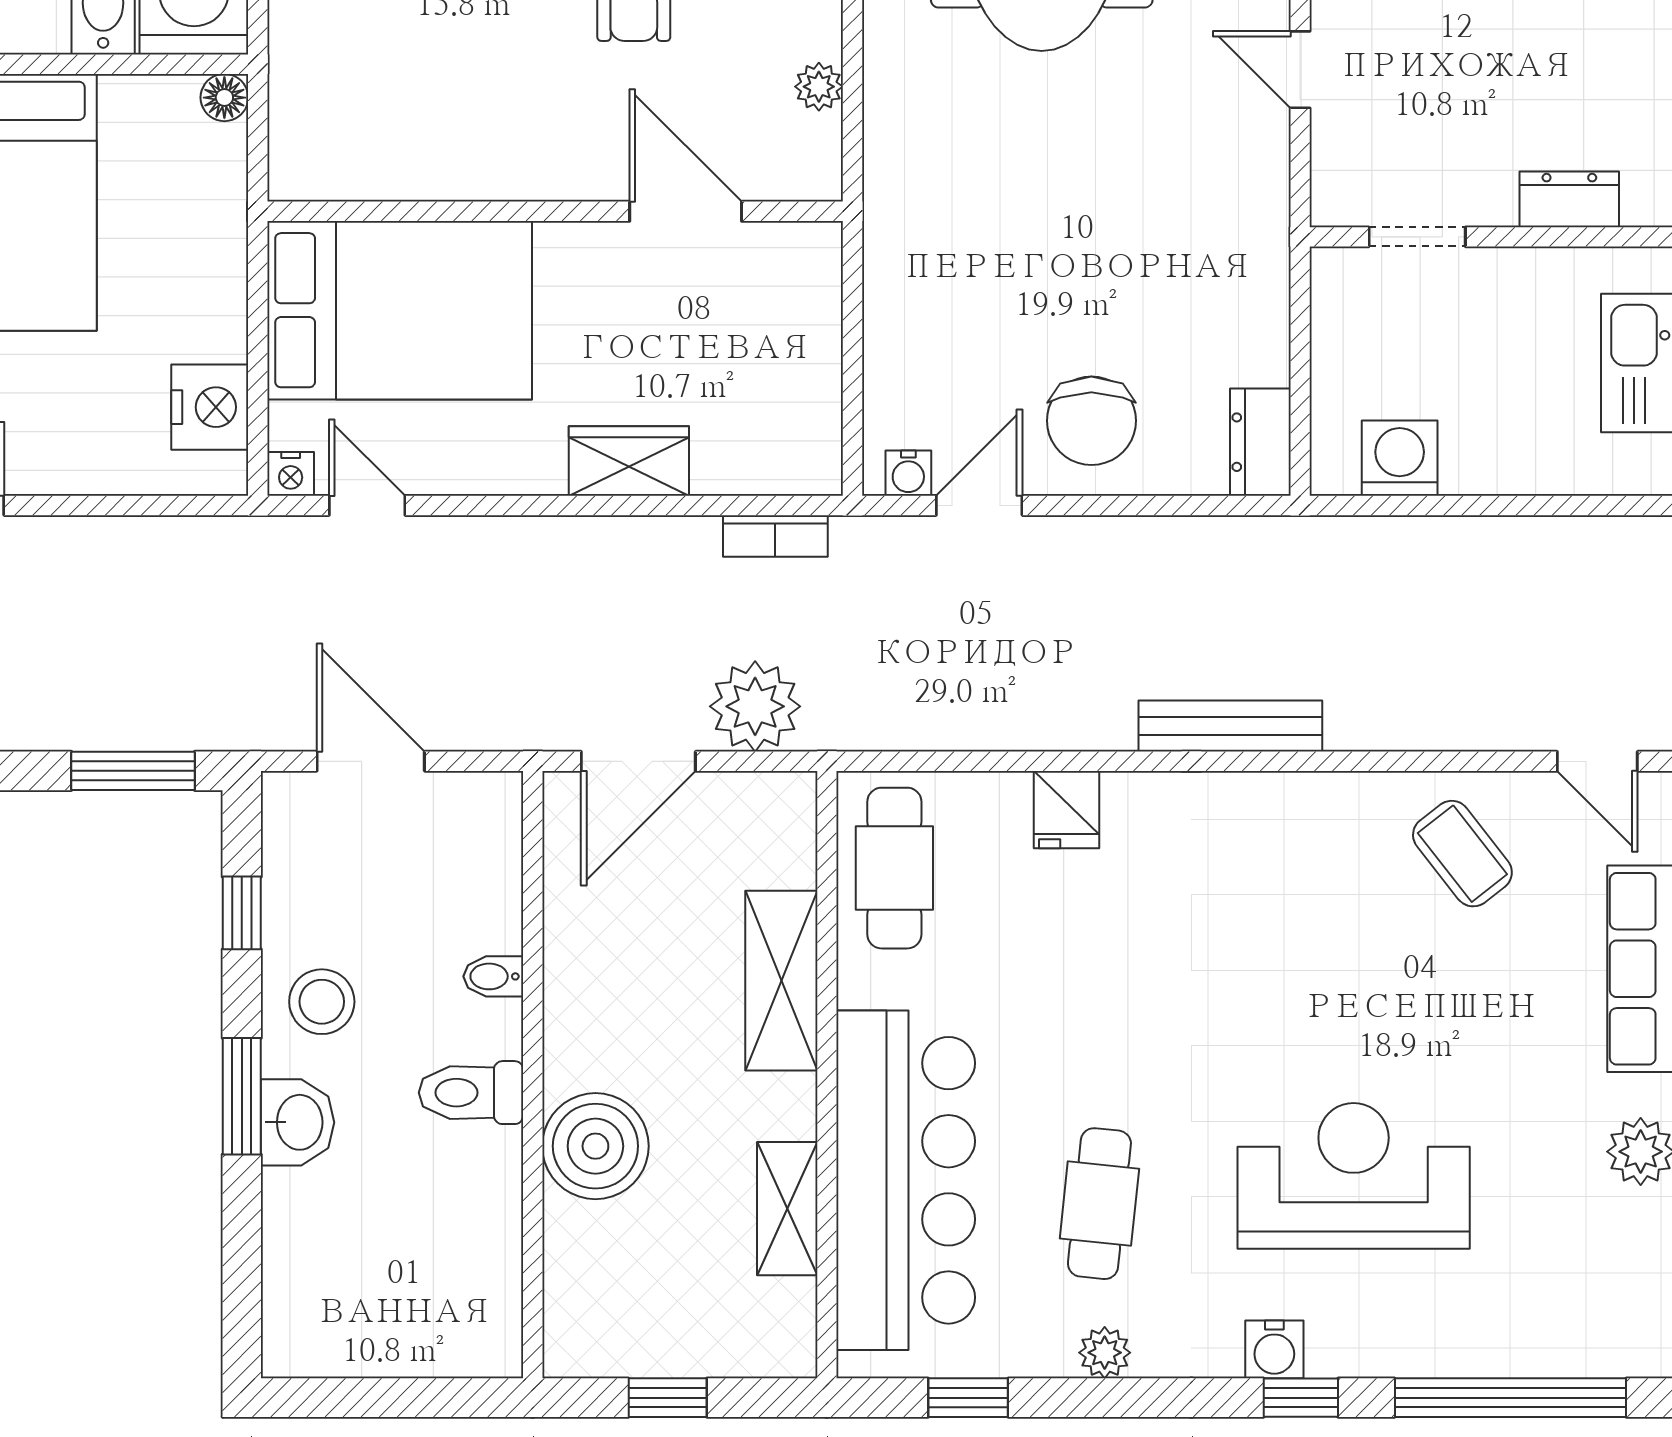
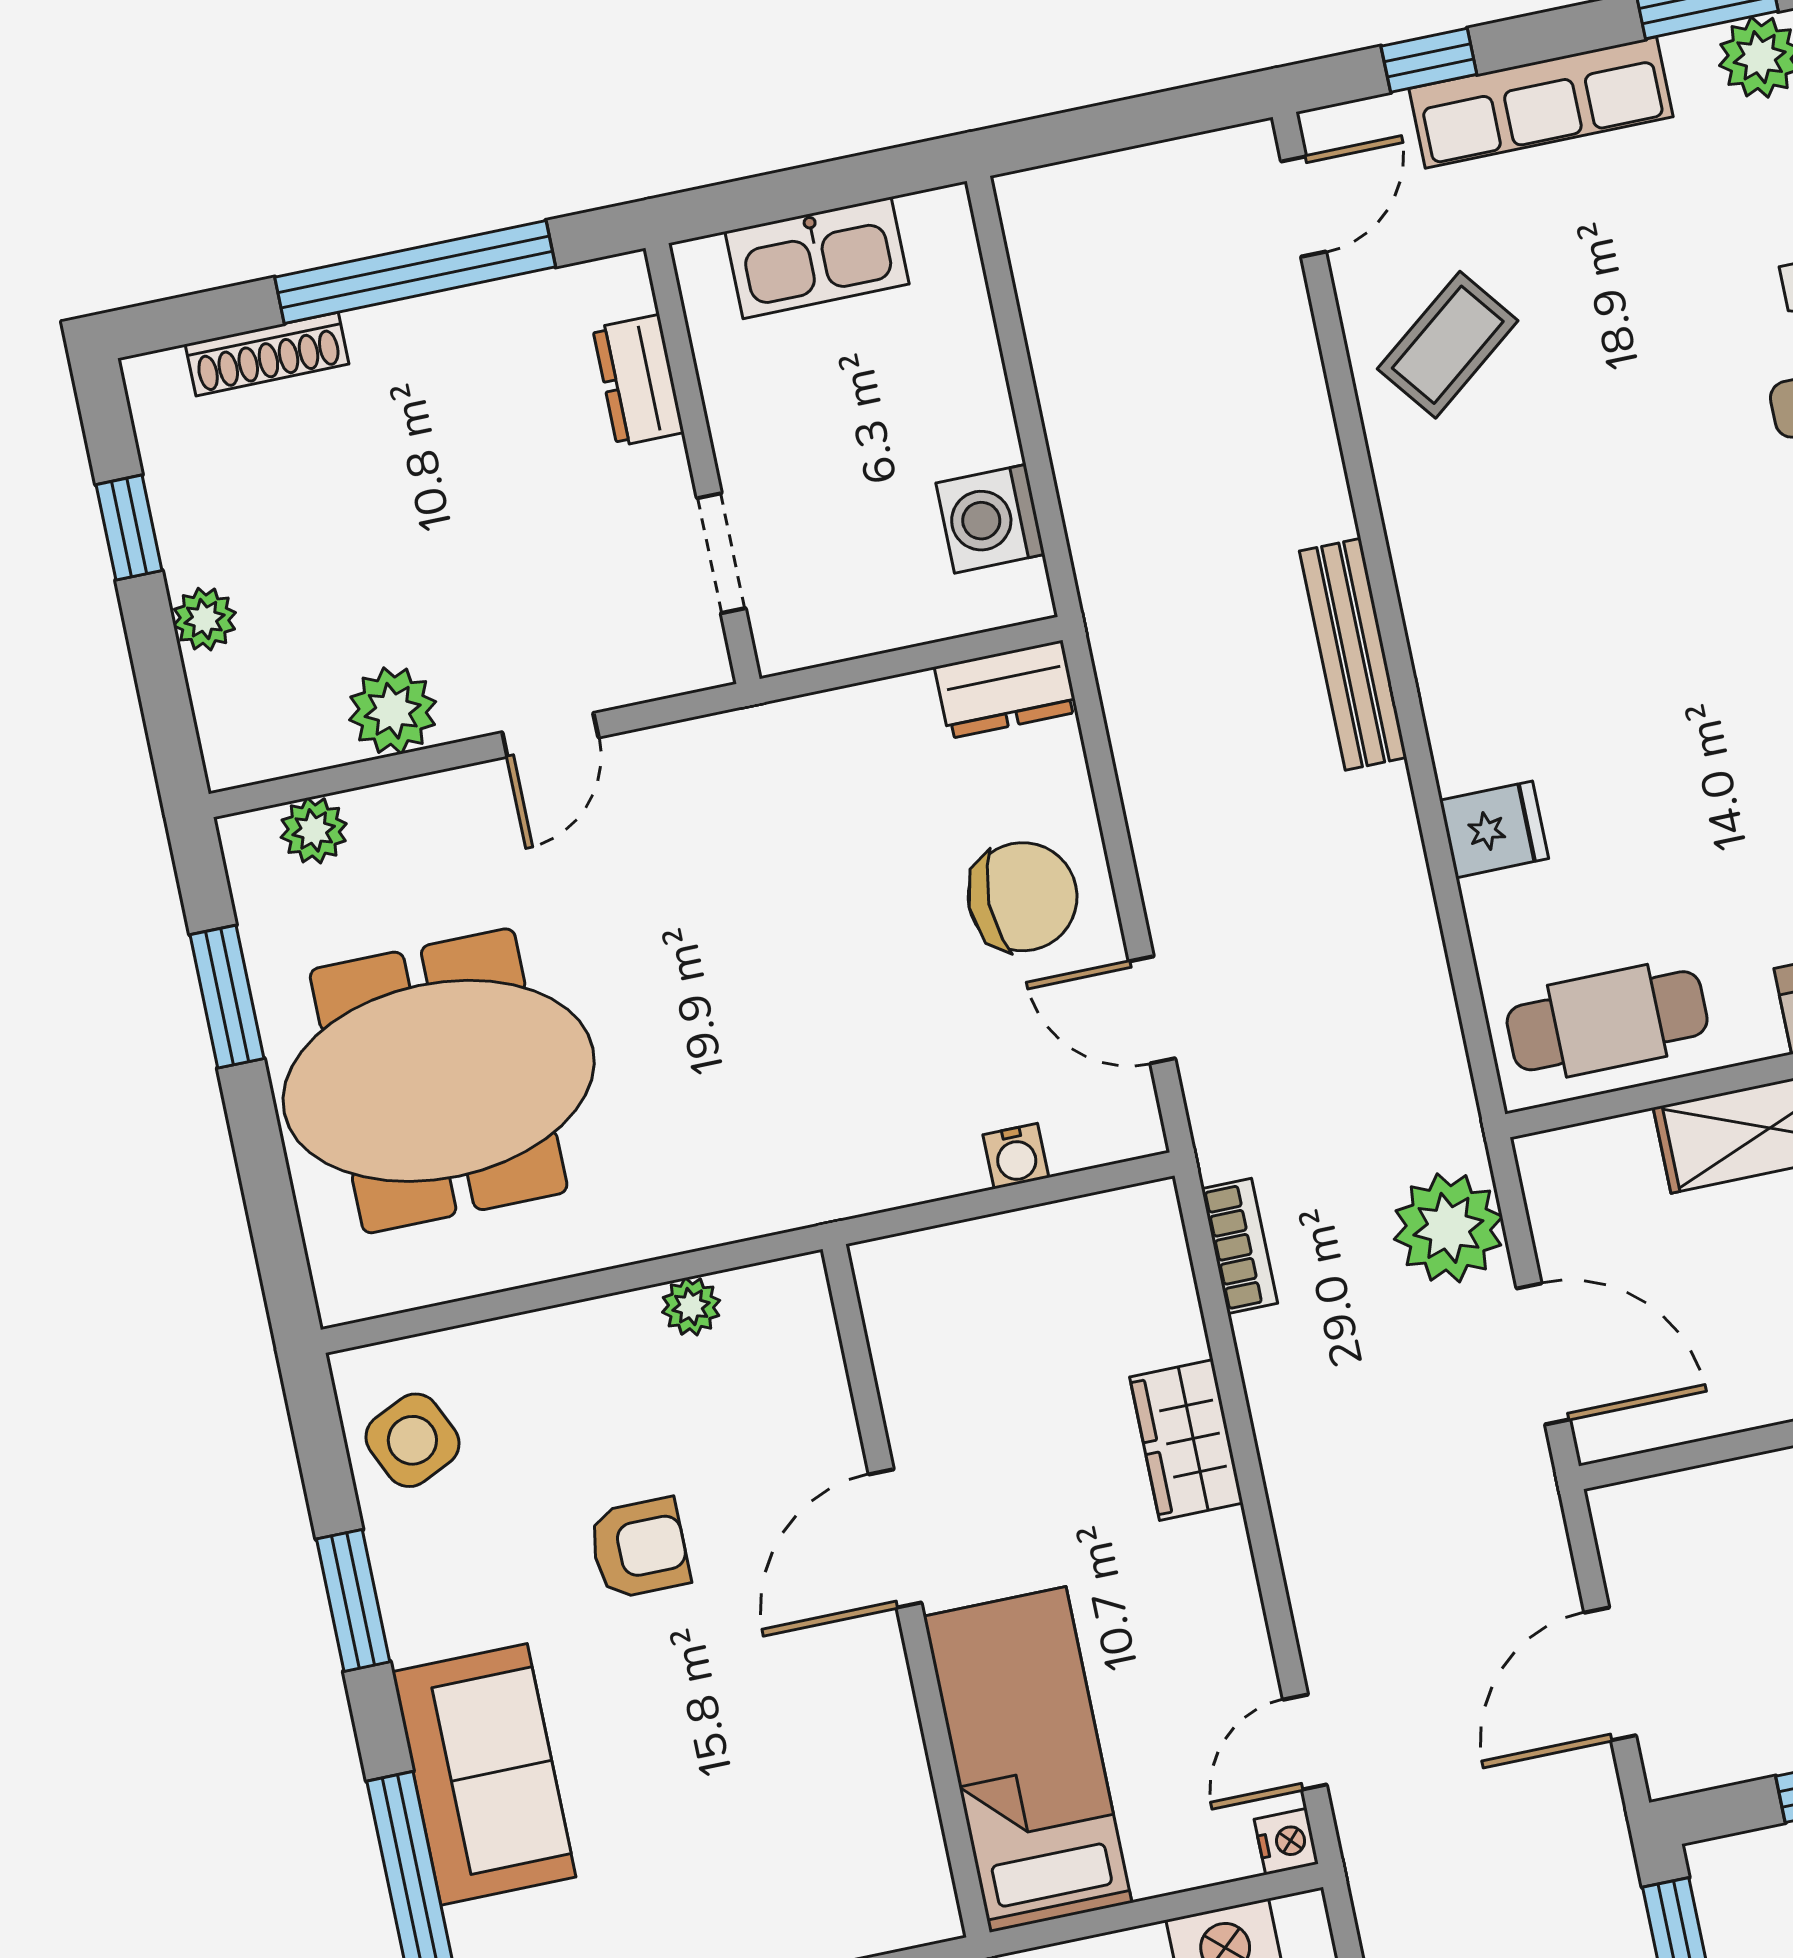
door: (686, 211) -> (895, 1538), moved
bed: (400, 310) -> (1028, 1759), width x0.67
water cooler: (908, 473) -> (1016, 1156), moved, turned 90

